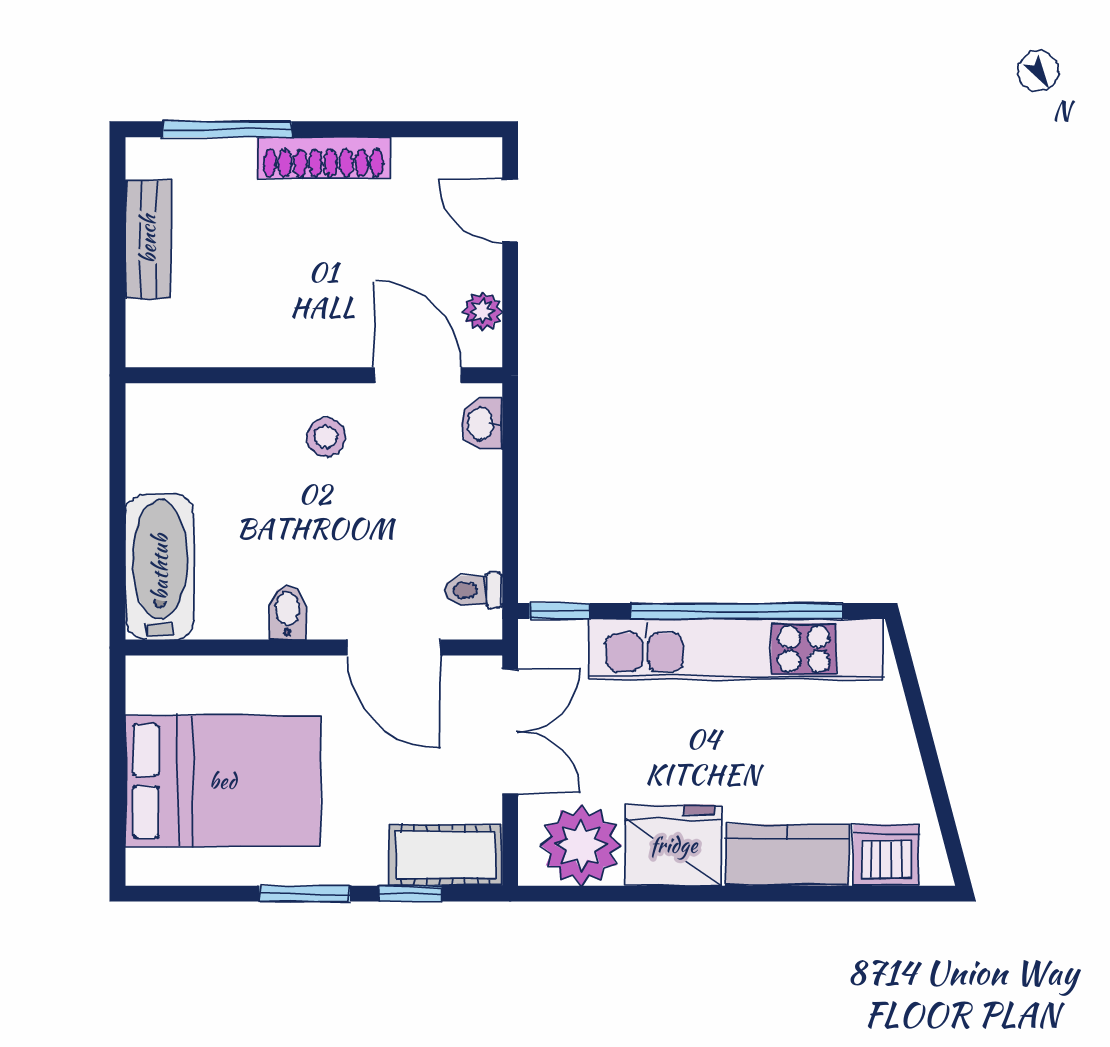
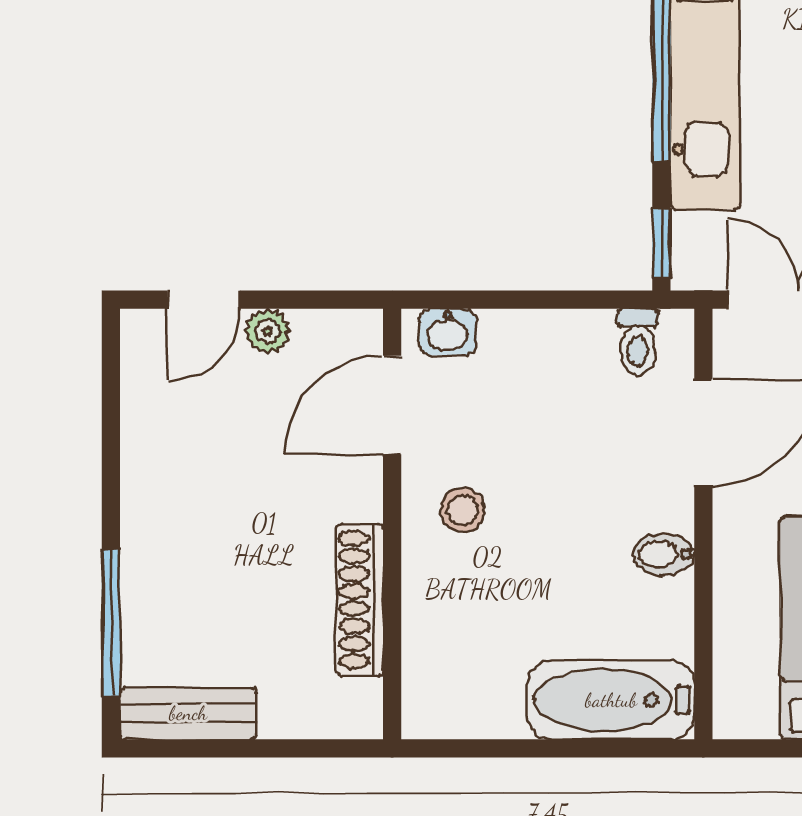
shoe rack: (323, 158) -> (360, 600), moved, turned 180
bench: (148, 239) -> (188, 713), moved
plant: (483, 311) -> (267, 331), moved

